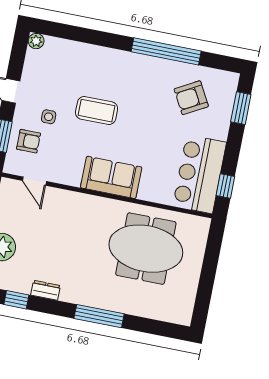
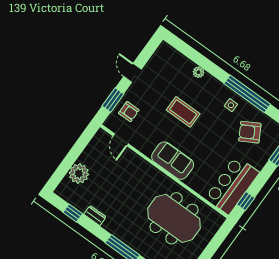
plant: (36, 41) -> (199, 72), moved
side table: (49, 117) -> (231, 105), moved

